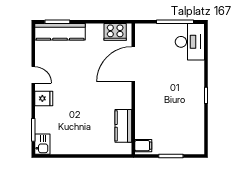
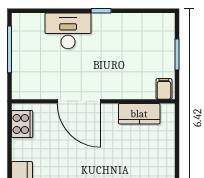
desk: (190, 42) -> (68, 31), moved
door: (133, 64) -> (79, 101), moved

